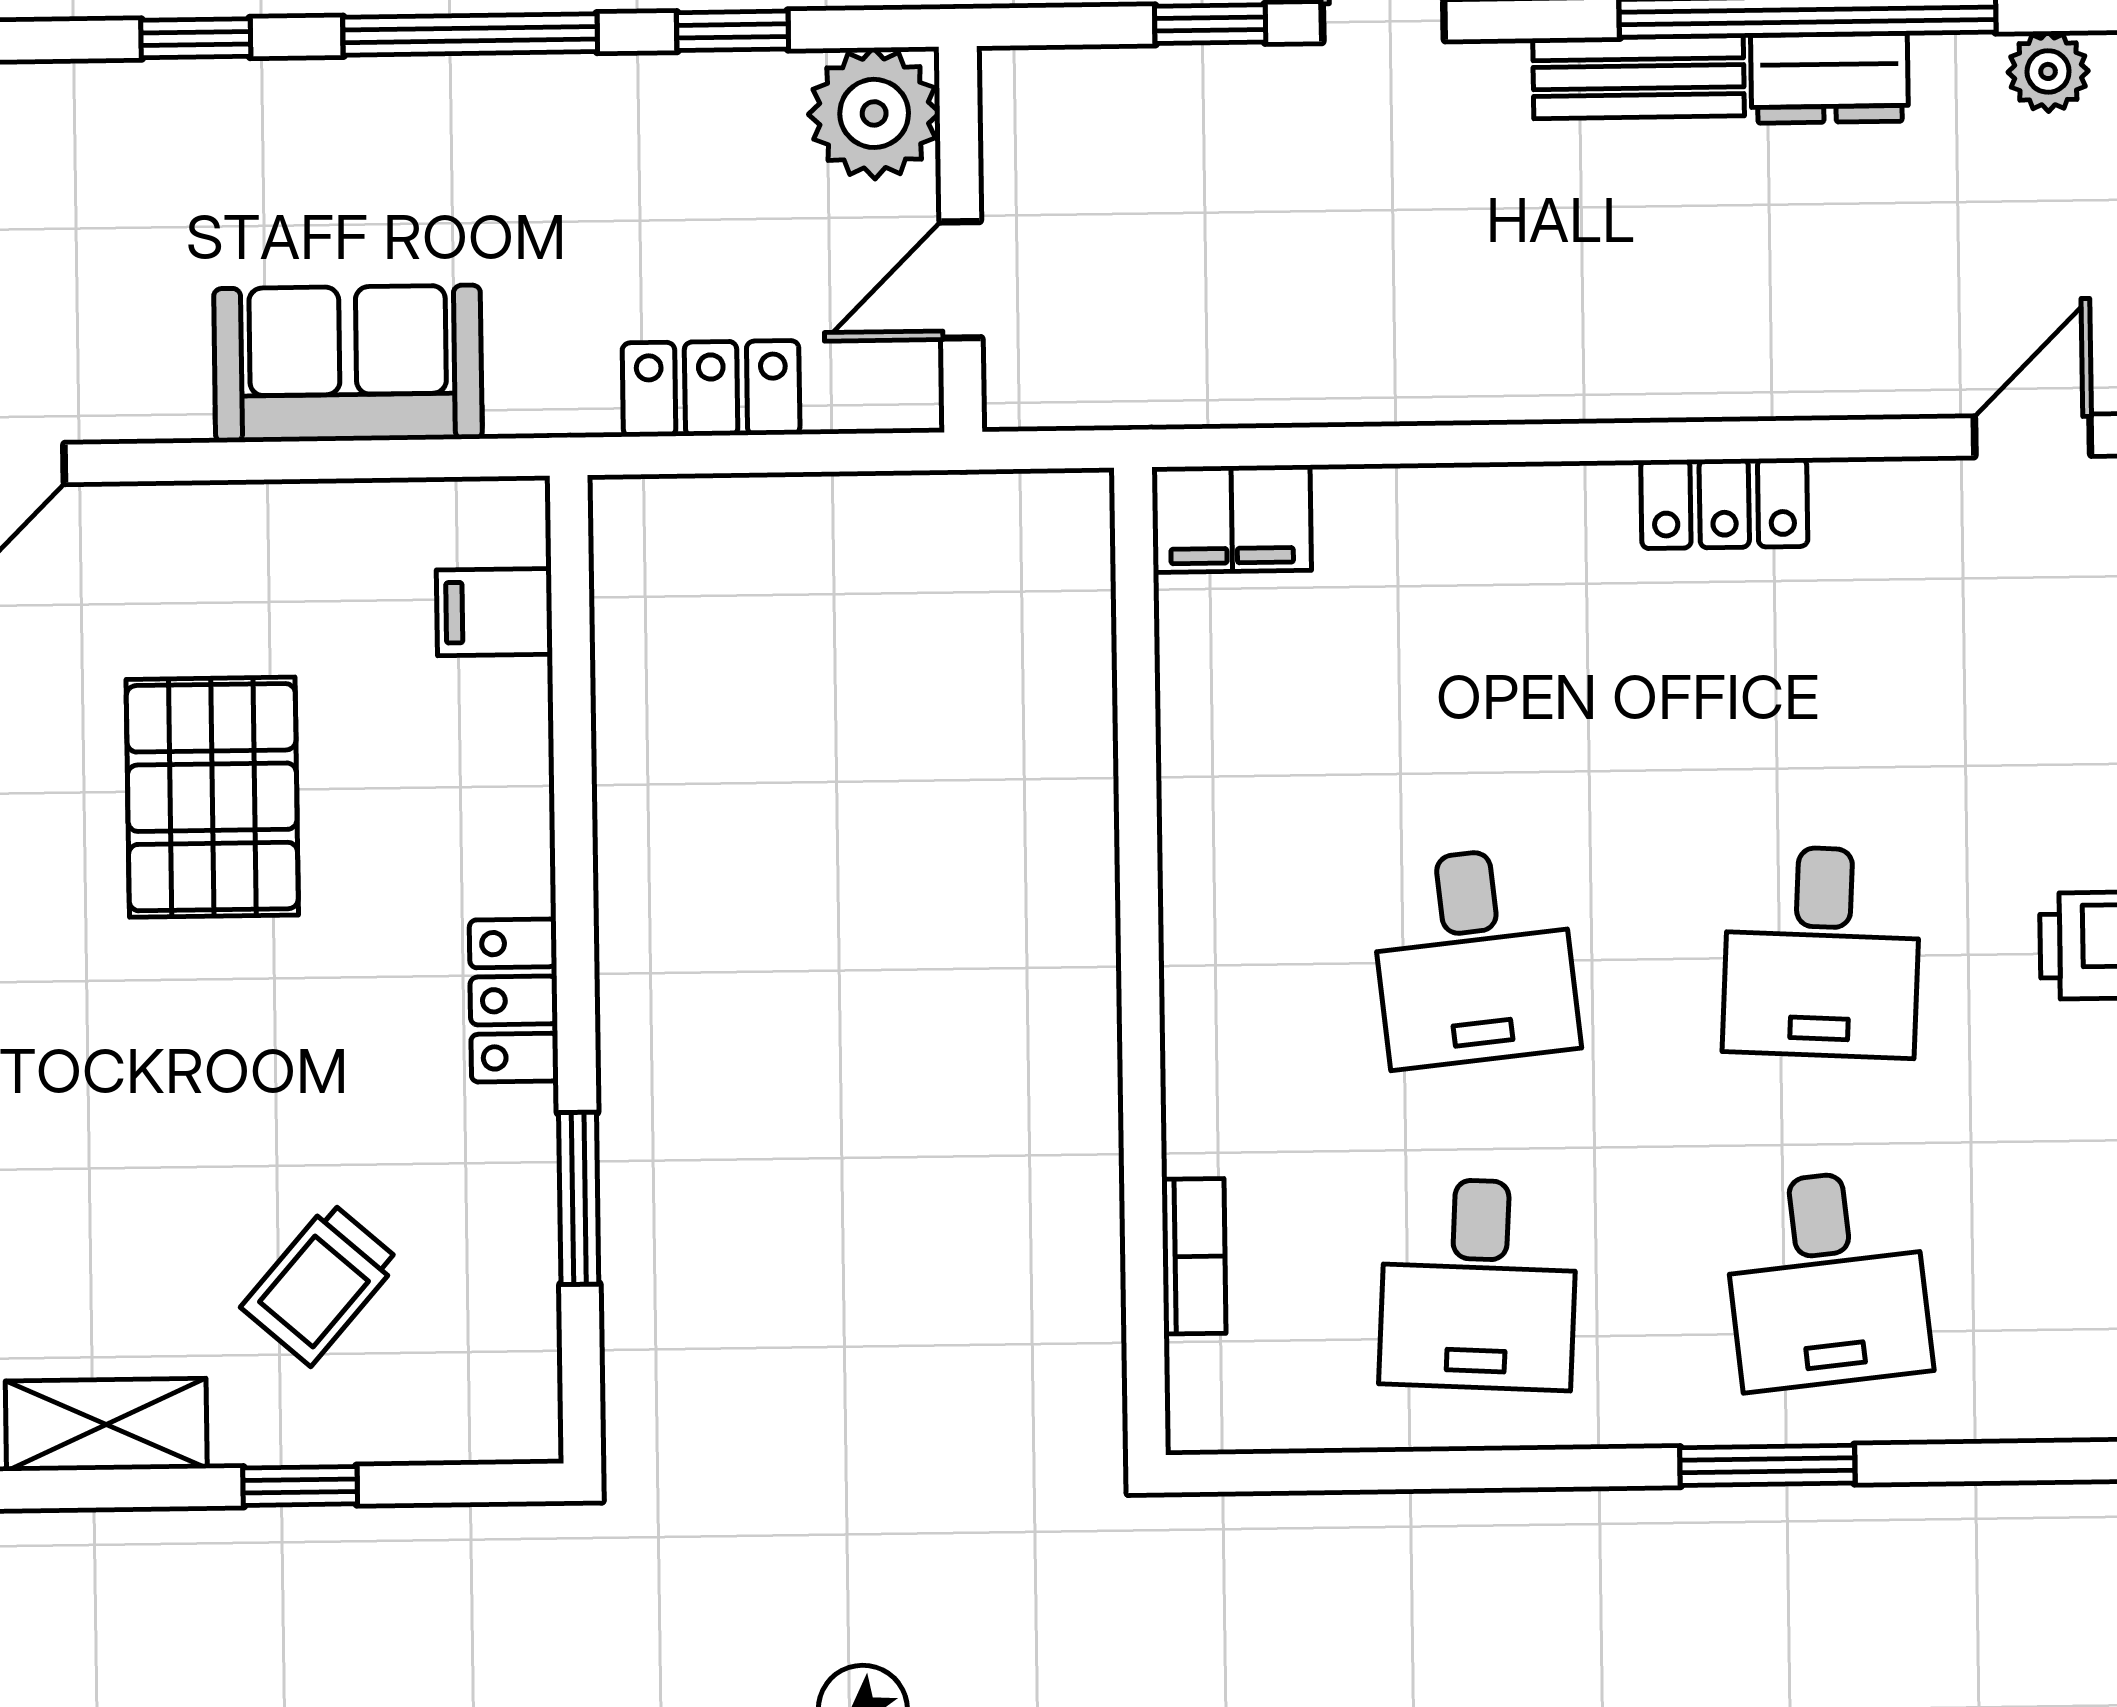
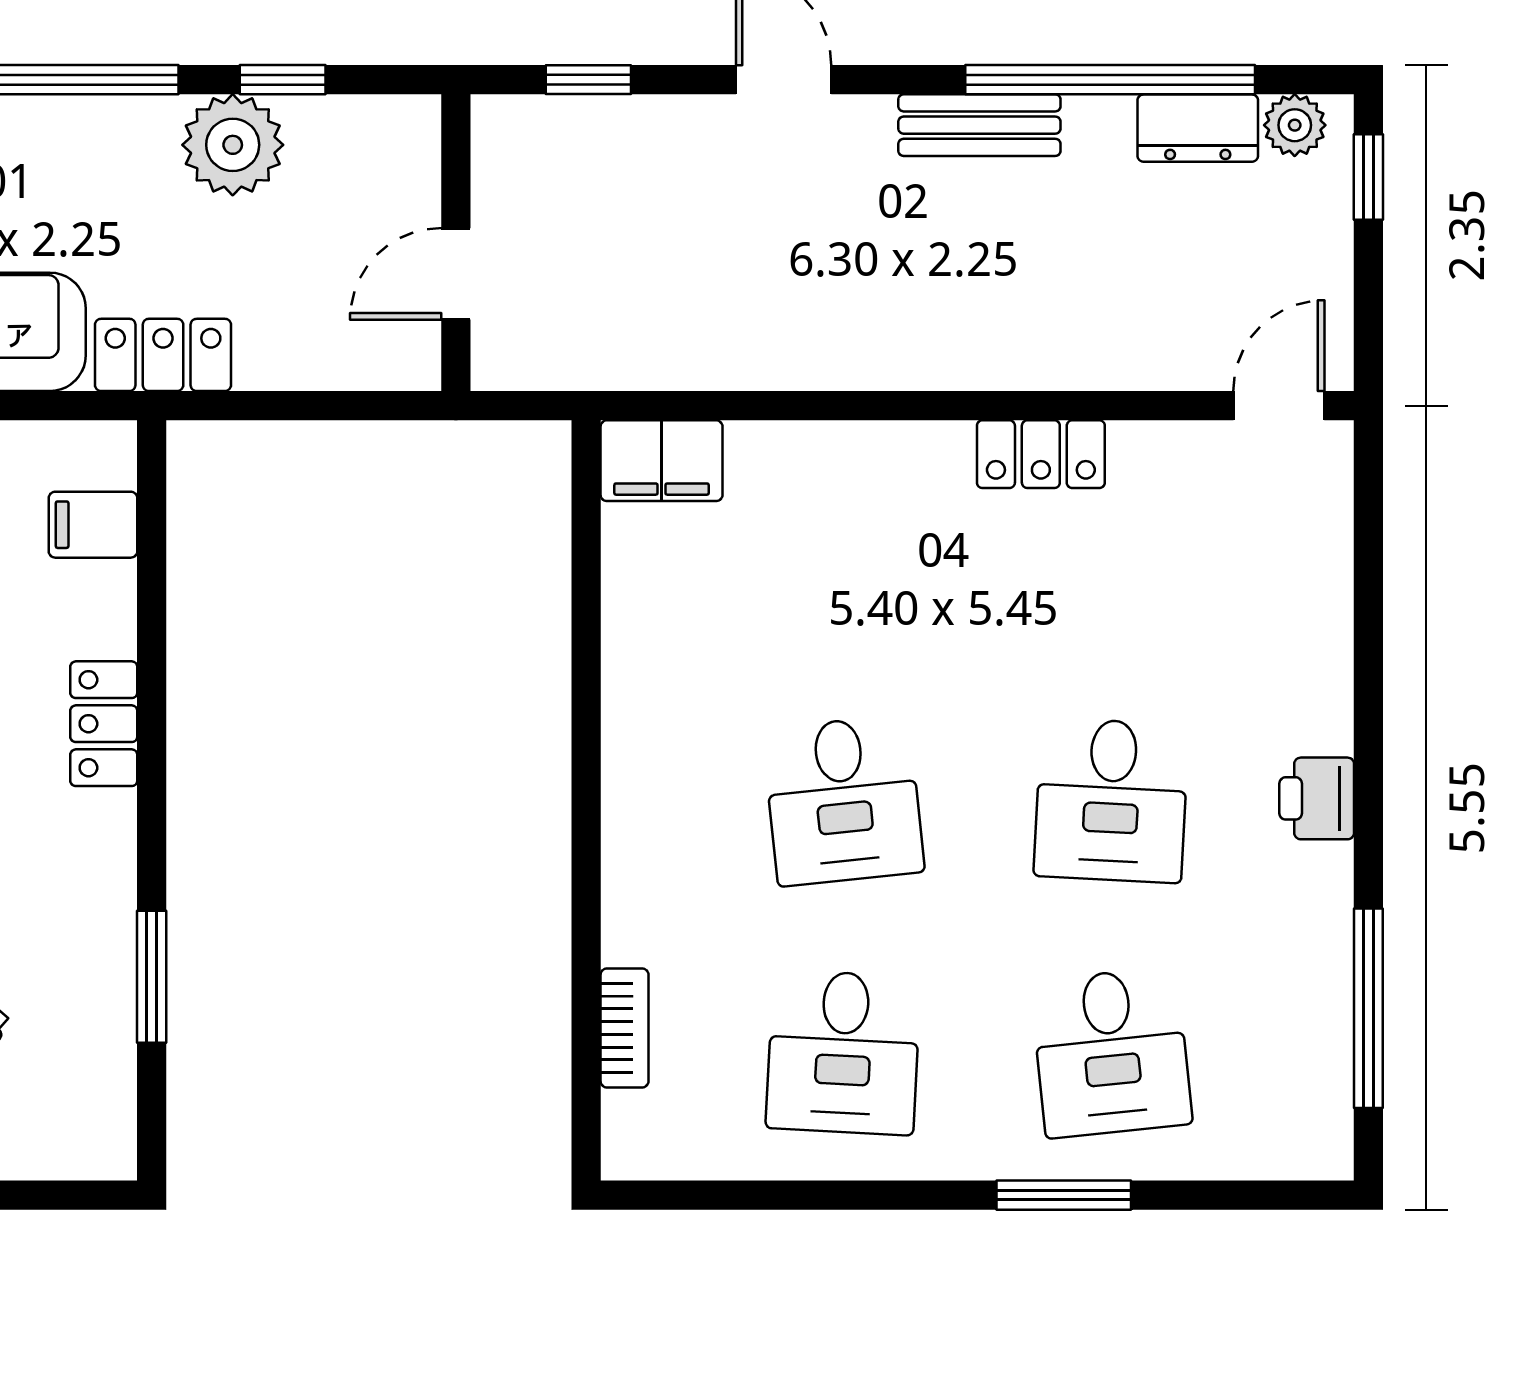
window: (1210, 24) -> (588, 80), moved
dresser: (1829, 78) -> (1198, 128), moved
plant: (874, 113) -> (233, 145), moved
locker: (711, 389) -> (163, 355), moved
locker: (514, 1000) -> (104, 724), moved

